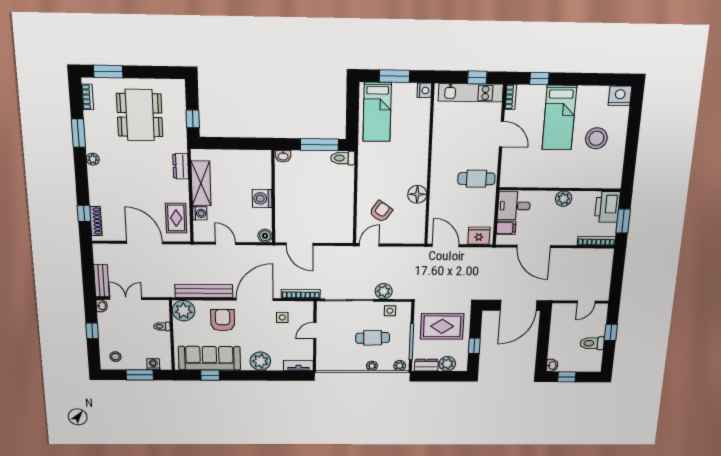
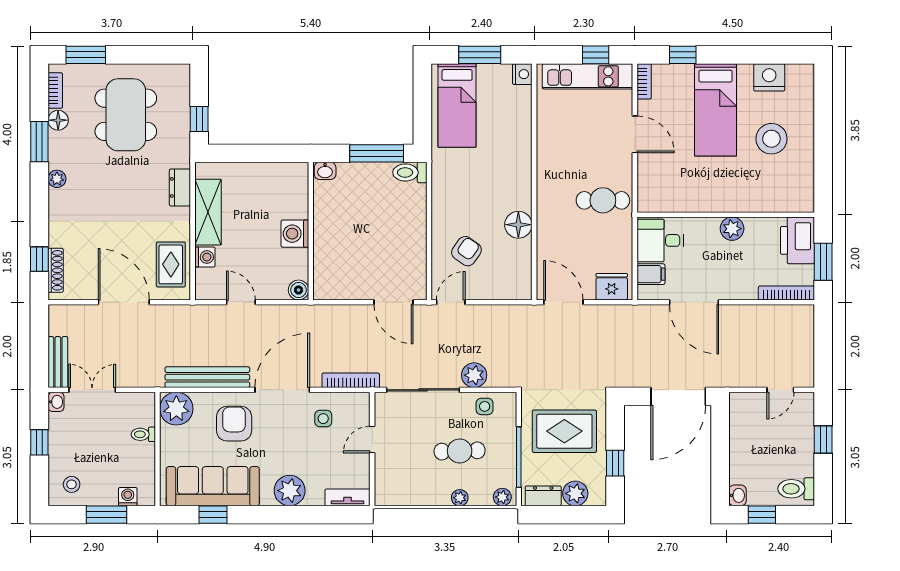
nightstand: (620, 96) -> (769, 77), moved
floor lamp: (91, 118) -> (58, 120), added
door: (300, 244) -> (393, 302), moved
toilet: (592, 343) -> (796, 489), moved

